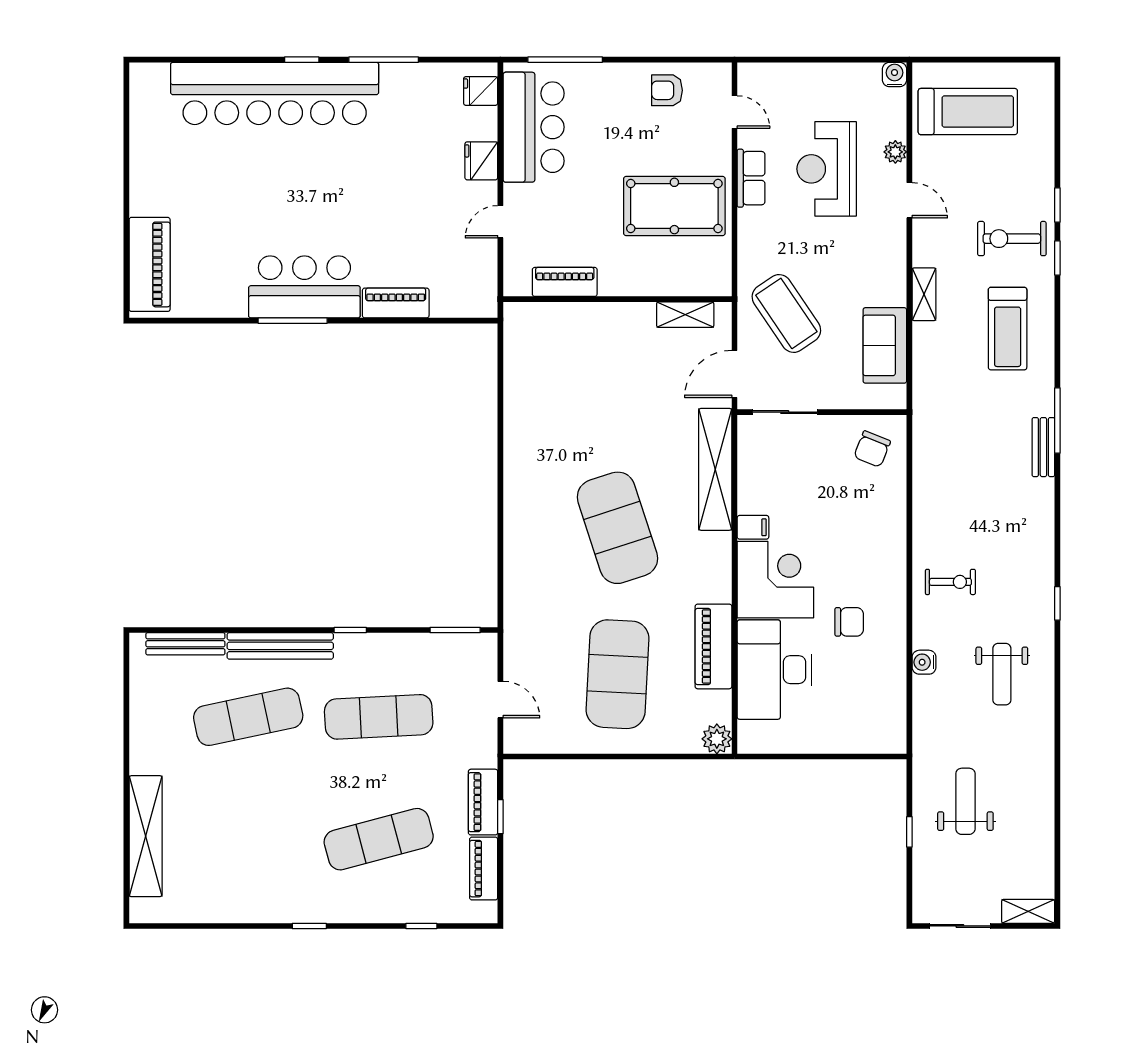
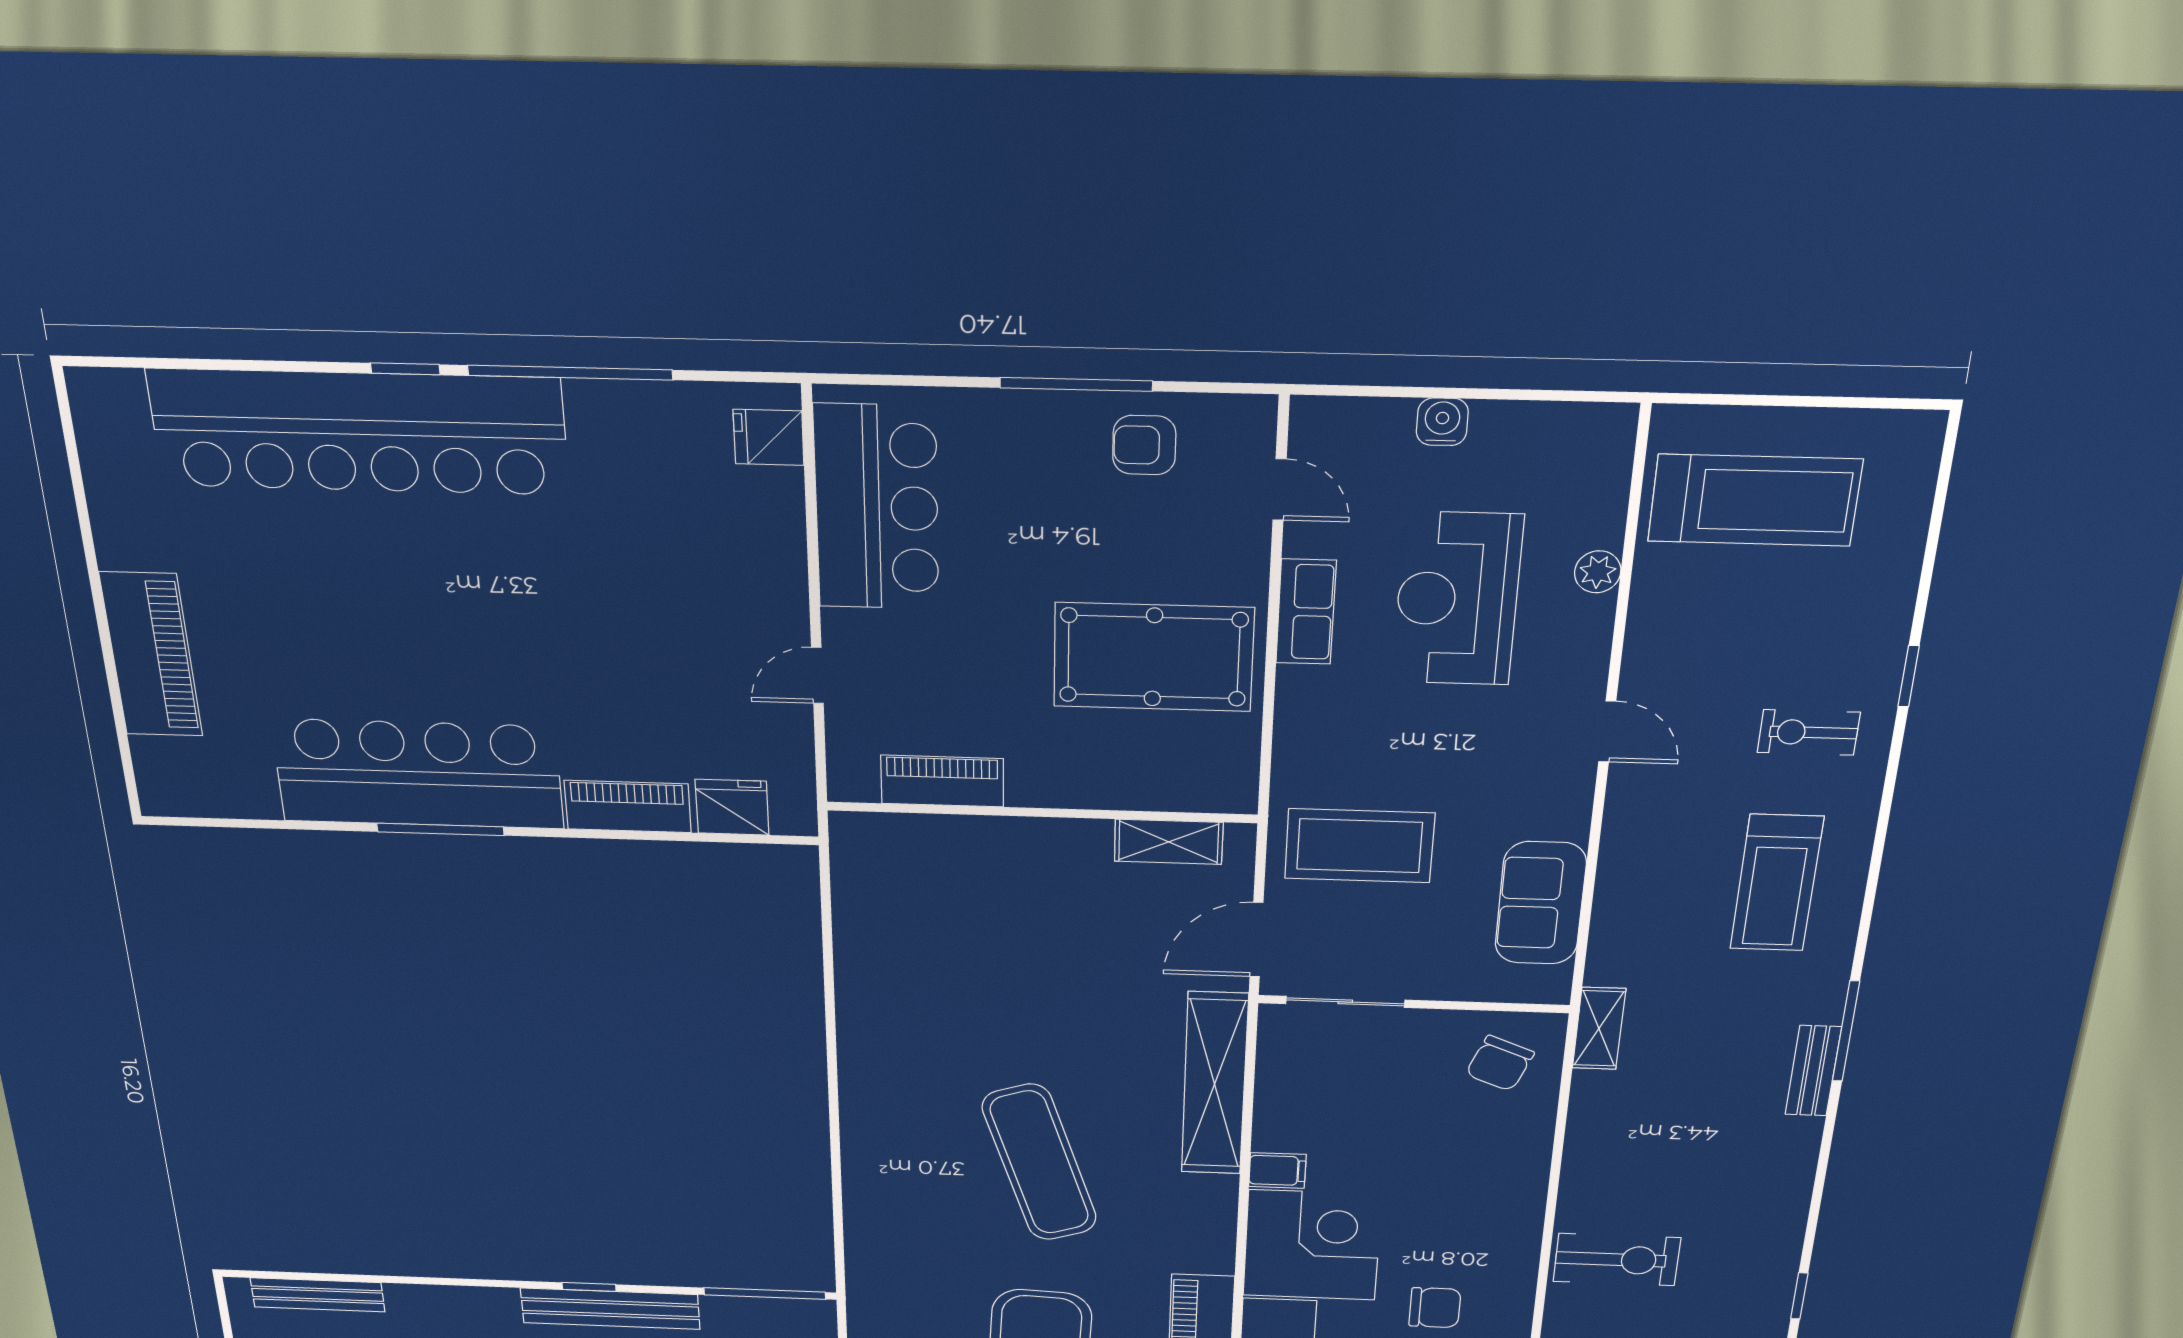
window: (384, 60) -> (570, 373), width x1.46
window: (565, 60) -> (1076, 384), moved
water cooler: (895, 74) -> (1442, 422), moved
fridge: (481, 161) -> (732, 807), moved, turned 90
door: (909, 200) -> (1607, 732), moved
exercise bike: (1012, 239) -> (1809, 732), width x0.73, depth x0.72
window: (1057, 258) -> (1892, 768), removed
piano: (150, 264) -> (151, 655), moved
bar counter: (304, 287) -> (418, 774), width x1.36
shelving: (924, 294) -> (1599, 1028), moved
coffee table: (786, 313) -> (1359, 846), turned -56
exercise mat: (617, 528) -> (1040, 1163), width x0.68
exercise bike: (950, 582) -> (1617, 1260), width x1.38, depth x1.39
window: (455, 630) -> (765, 1293), width x1.44
bench: (280, 646) -> (610, 1309), moved

